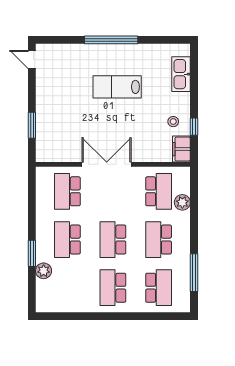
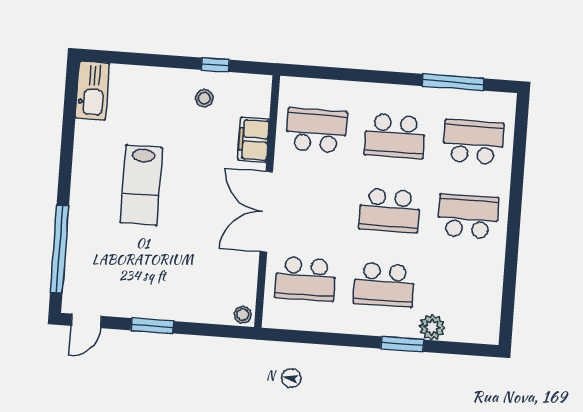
window: (111, 40) -> (60, 249), moved
kitchen sink: (181, 74) -> (92, 91), moved, turned -90
window: (32, 125) -> (152, 326), moved
filing cabinet: (181, 149) -> (254, 140), moved, turned 90
stool: (43, 155) -> (243, 315), added
plant: (182, 202) -> (337, 93), removed
school desk: (113, 288) -> (468, 216), turned 180

